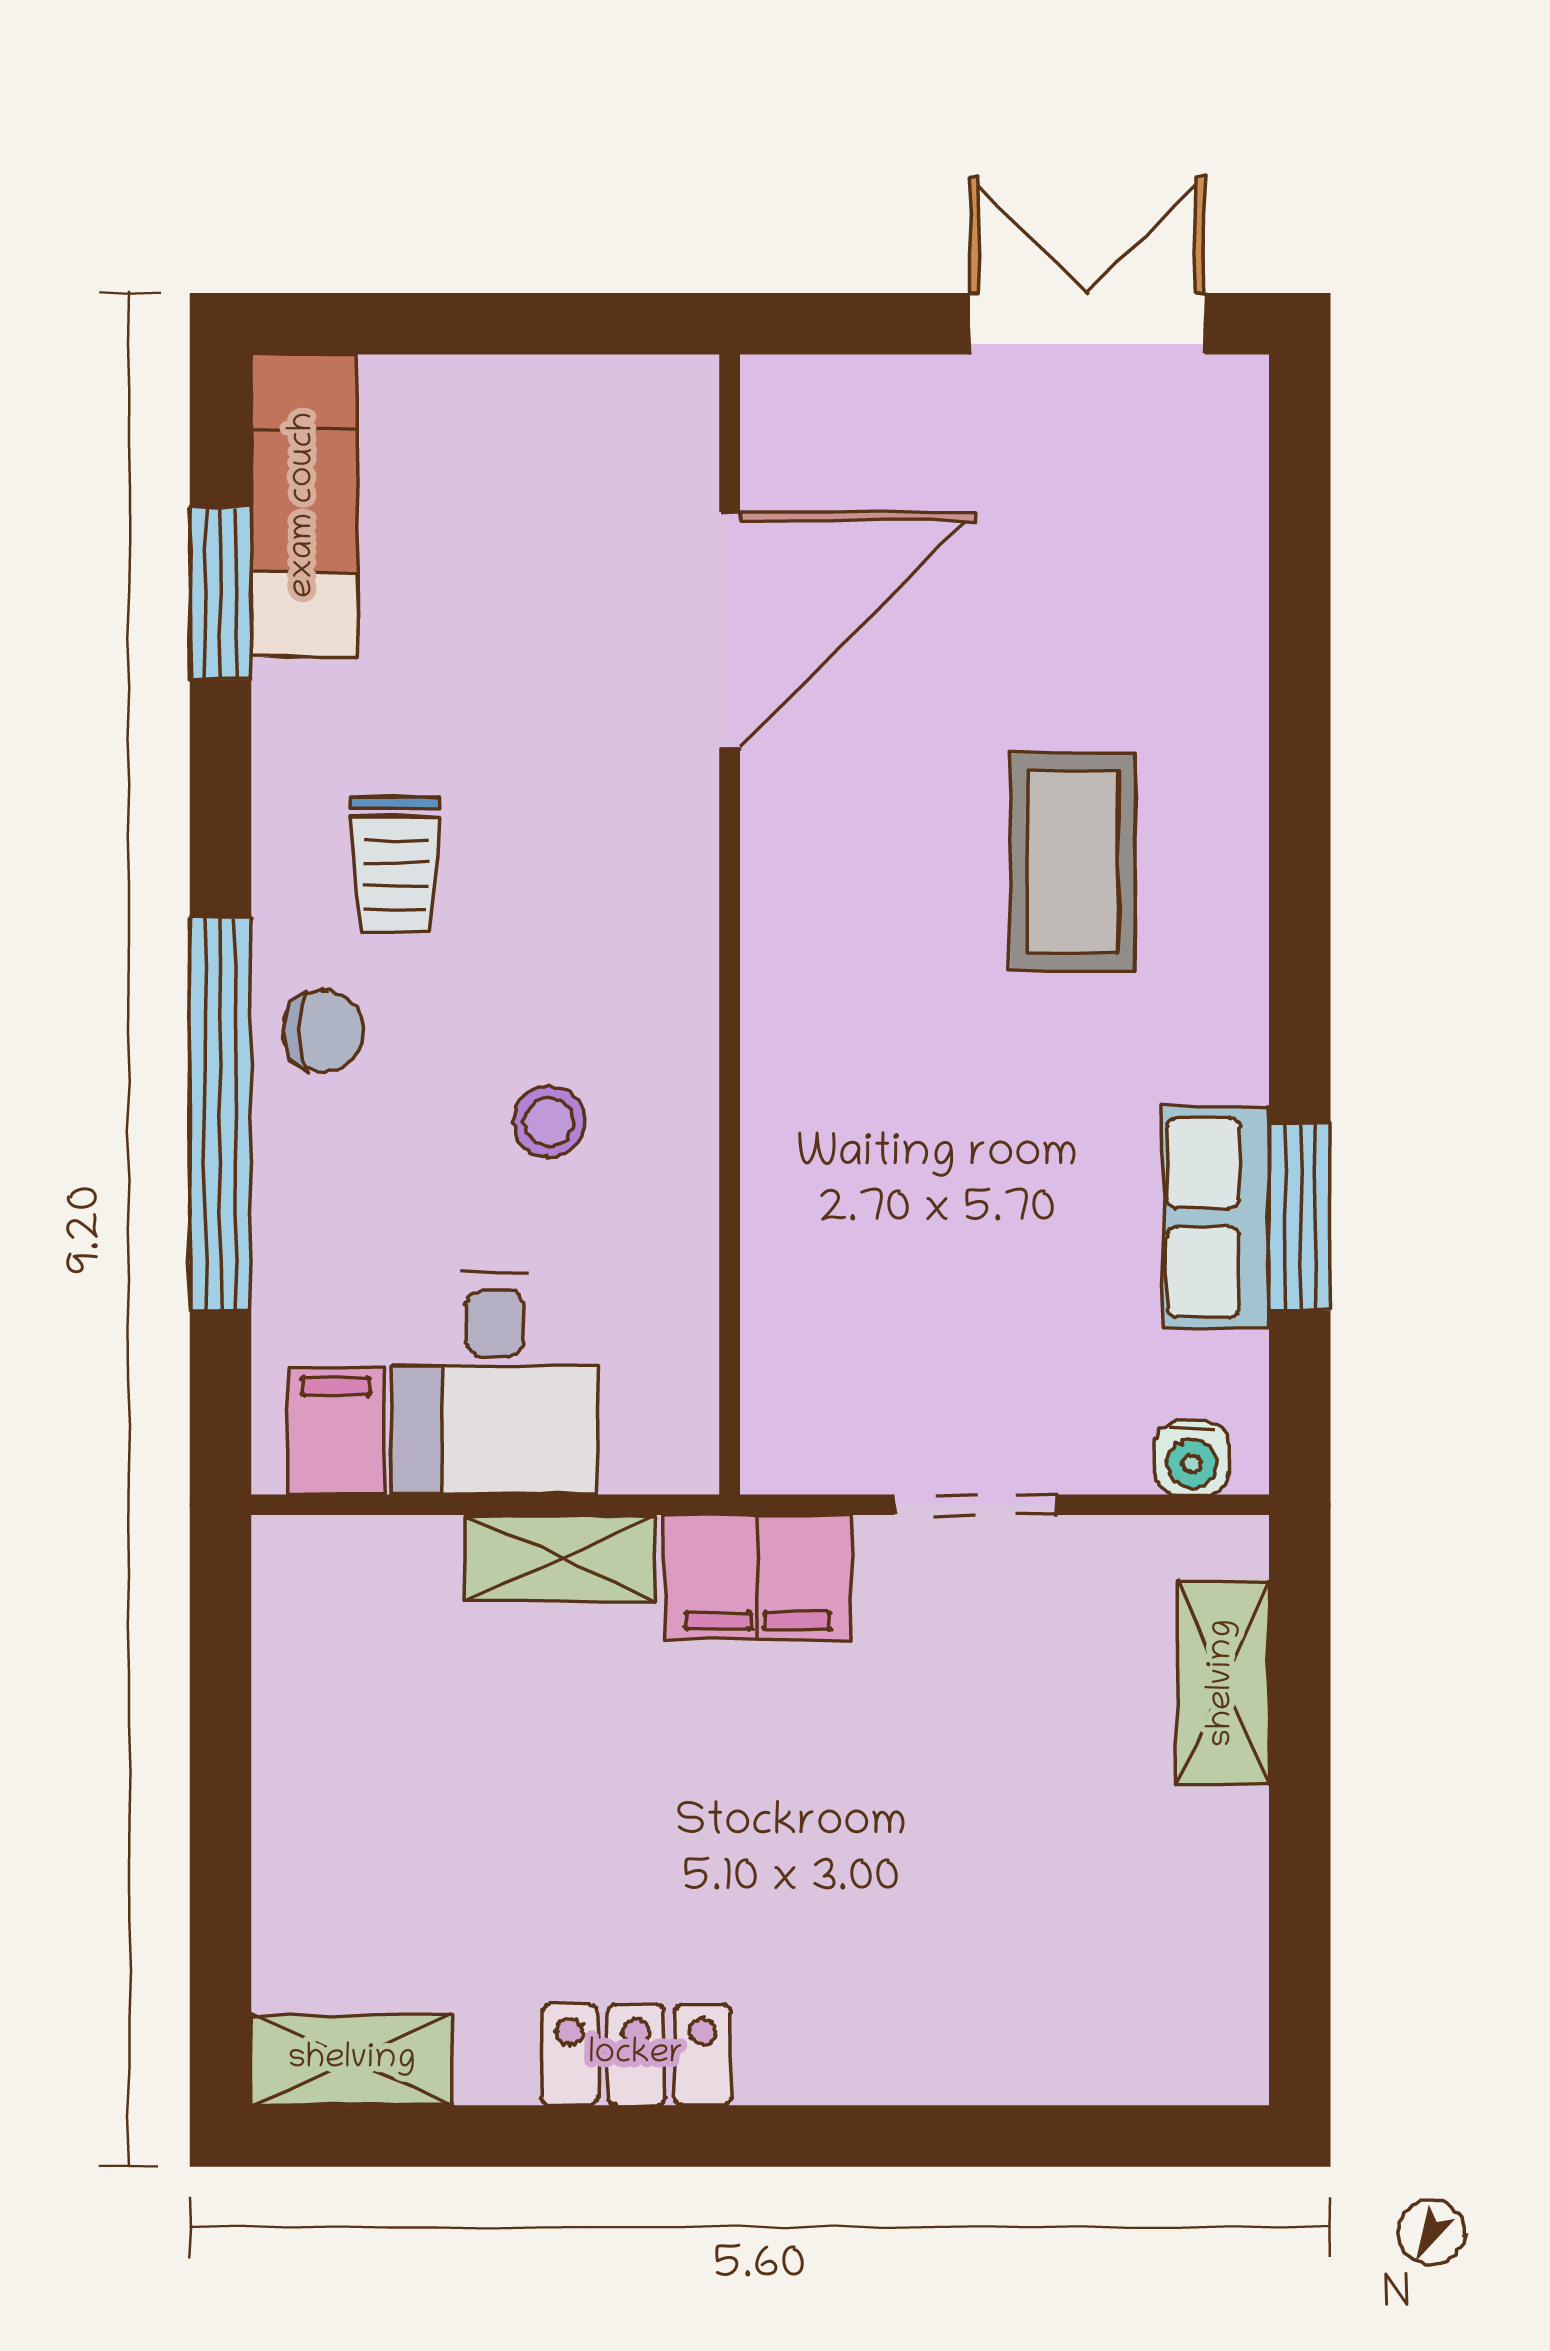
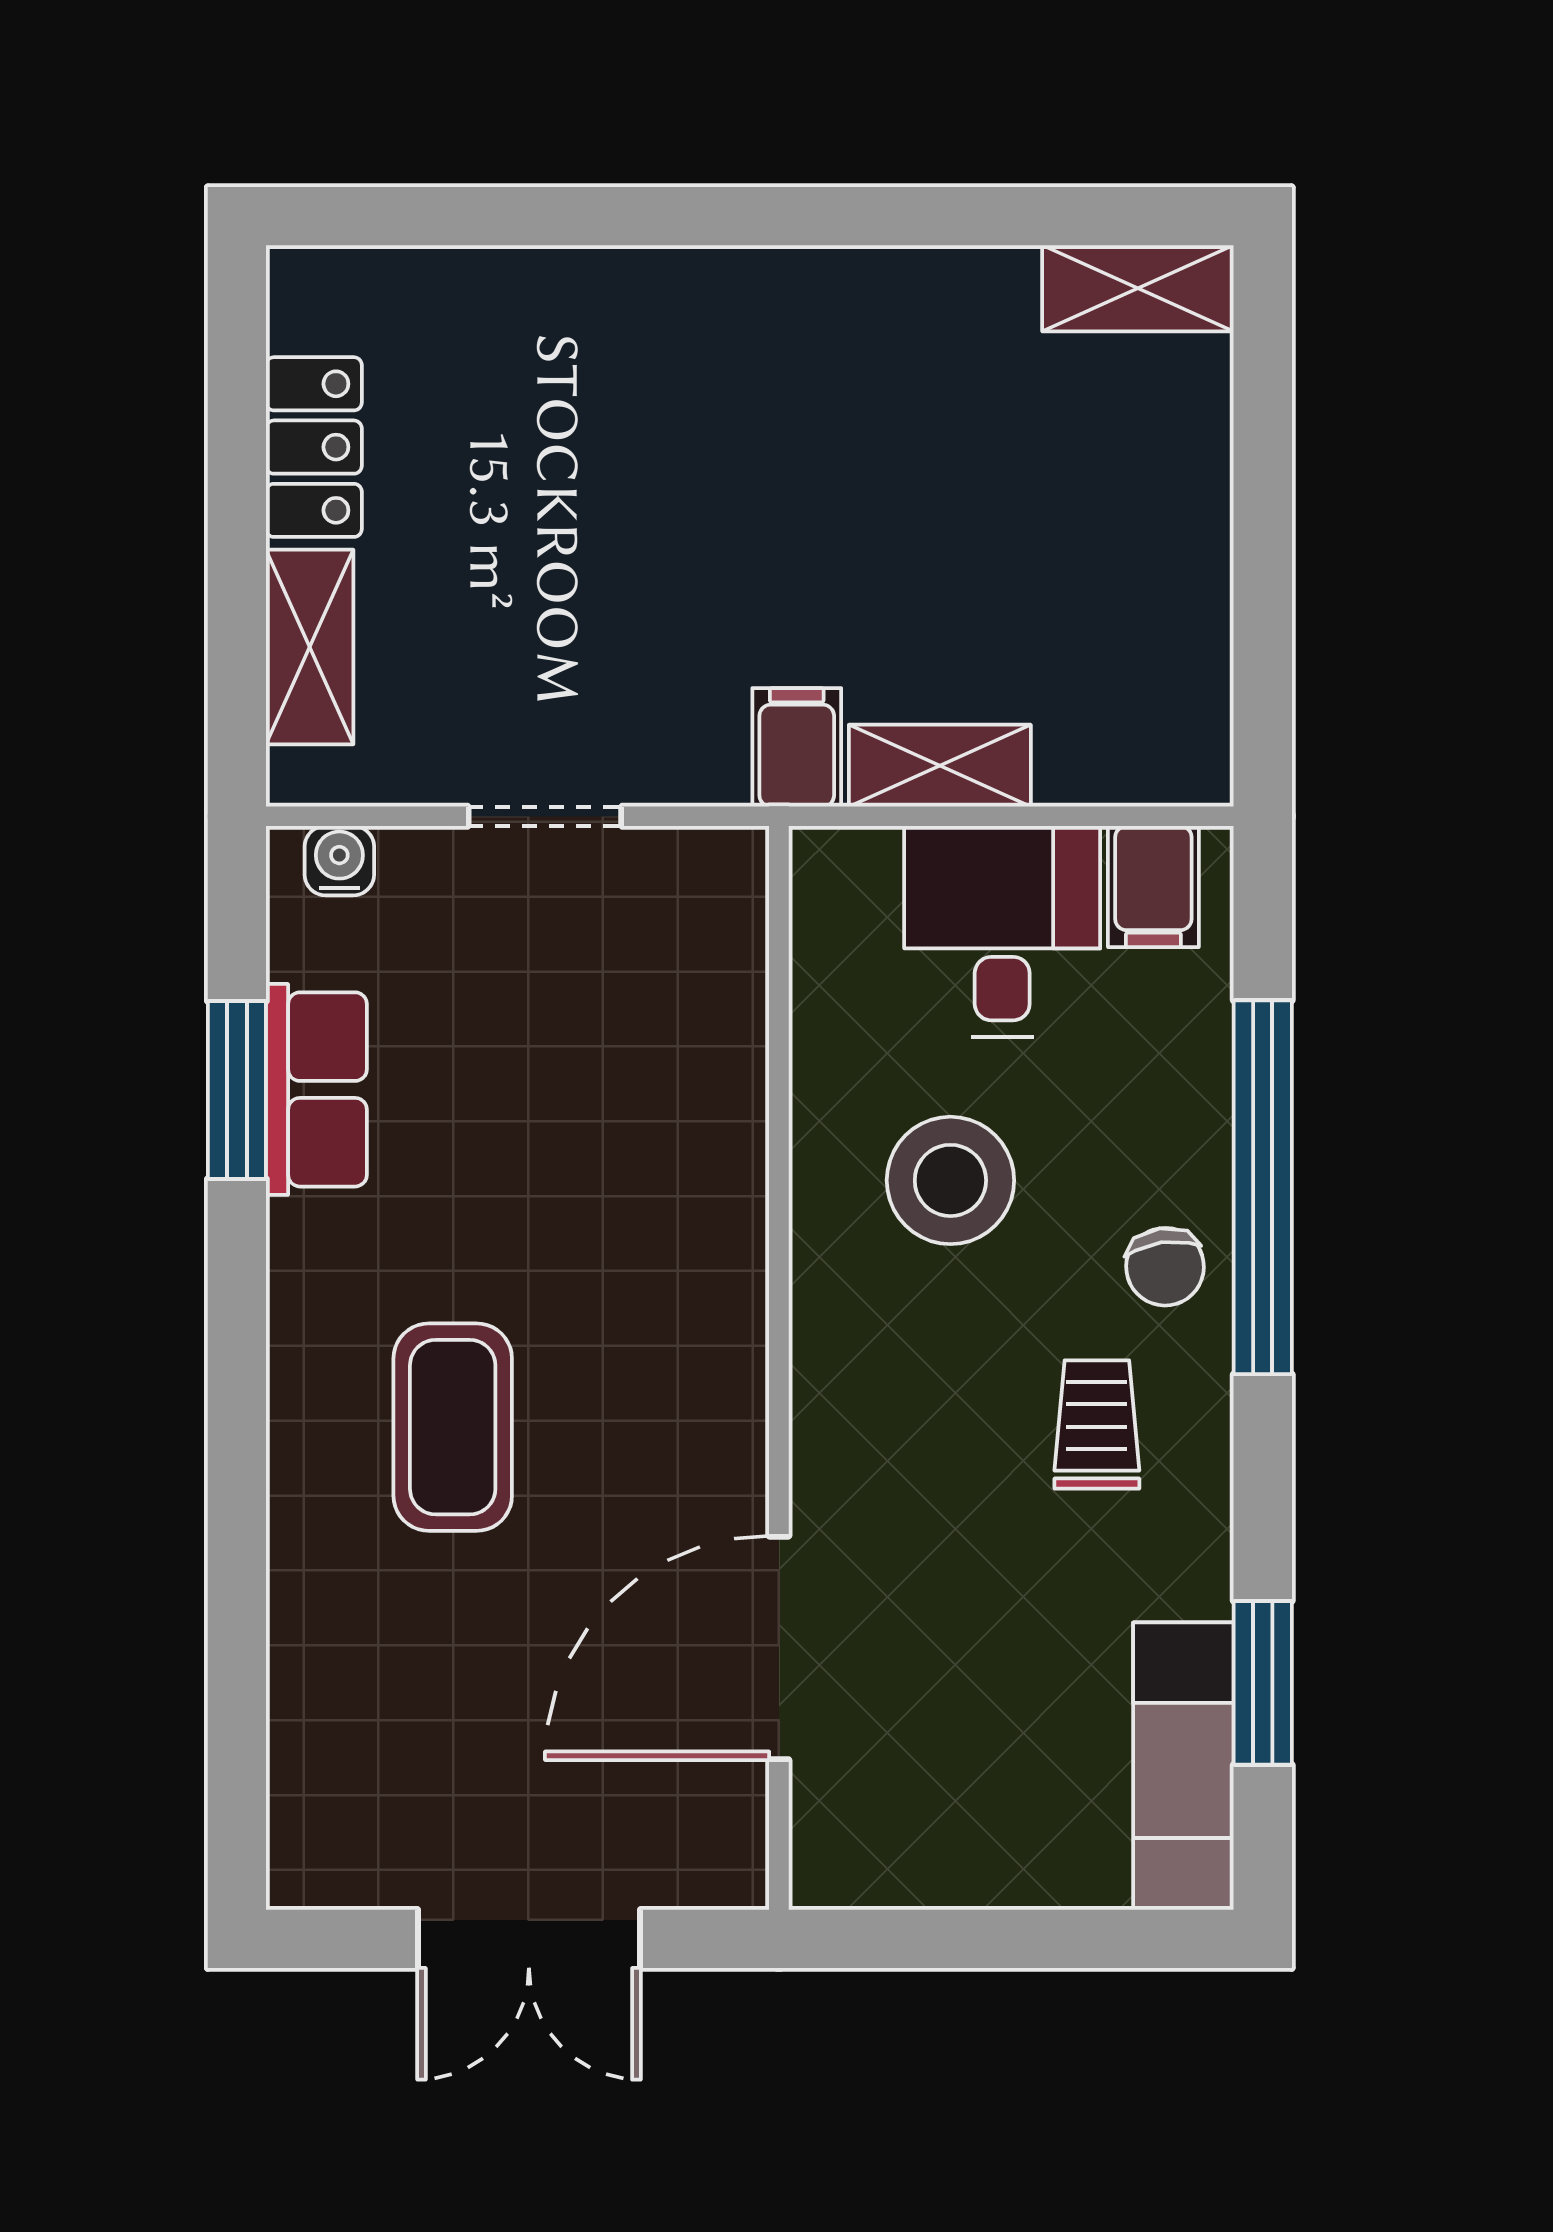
double door: (1087, 324) -> (529, 1939), moved
chair: (323, 1031) -> (1165, 1267), turned -98
stool: (549, 1122) -> (950, 1180), width x1.89, depth x1.89
filing cabinet: (757, 1577) -> (797, 747), width x0.50
locker: (636, 2055) -> (314, 447), moved, turned -90

